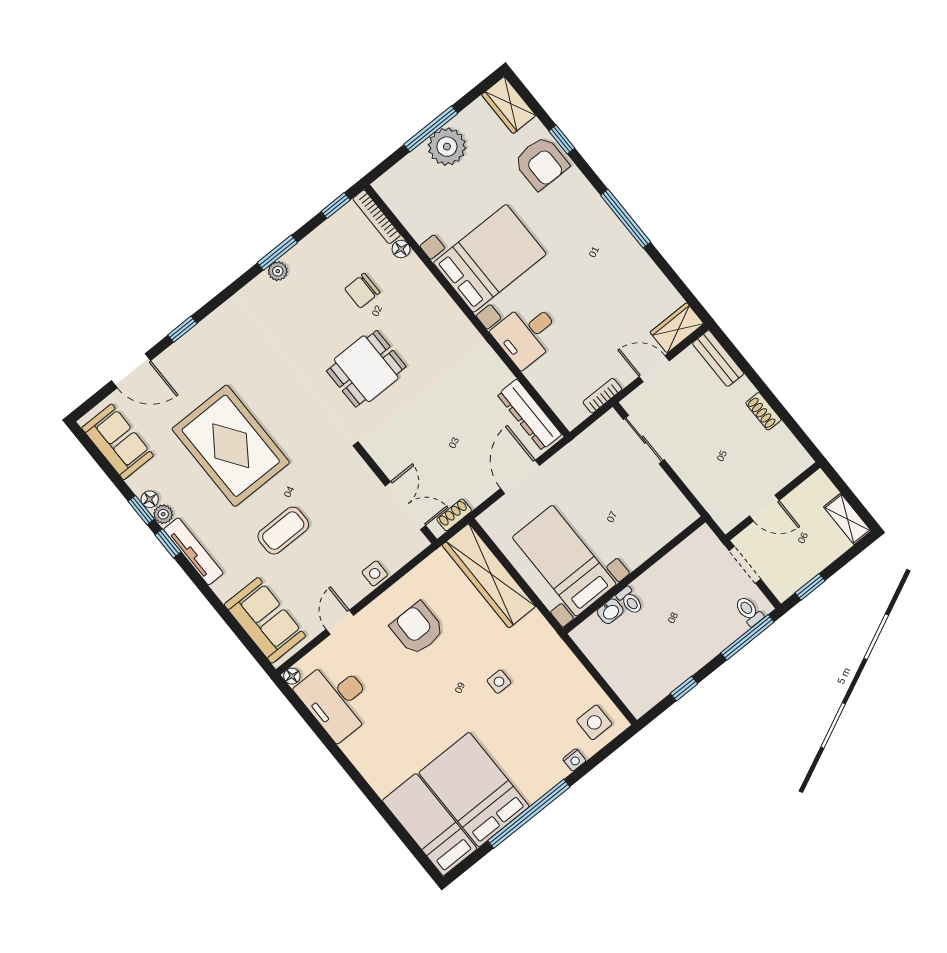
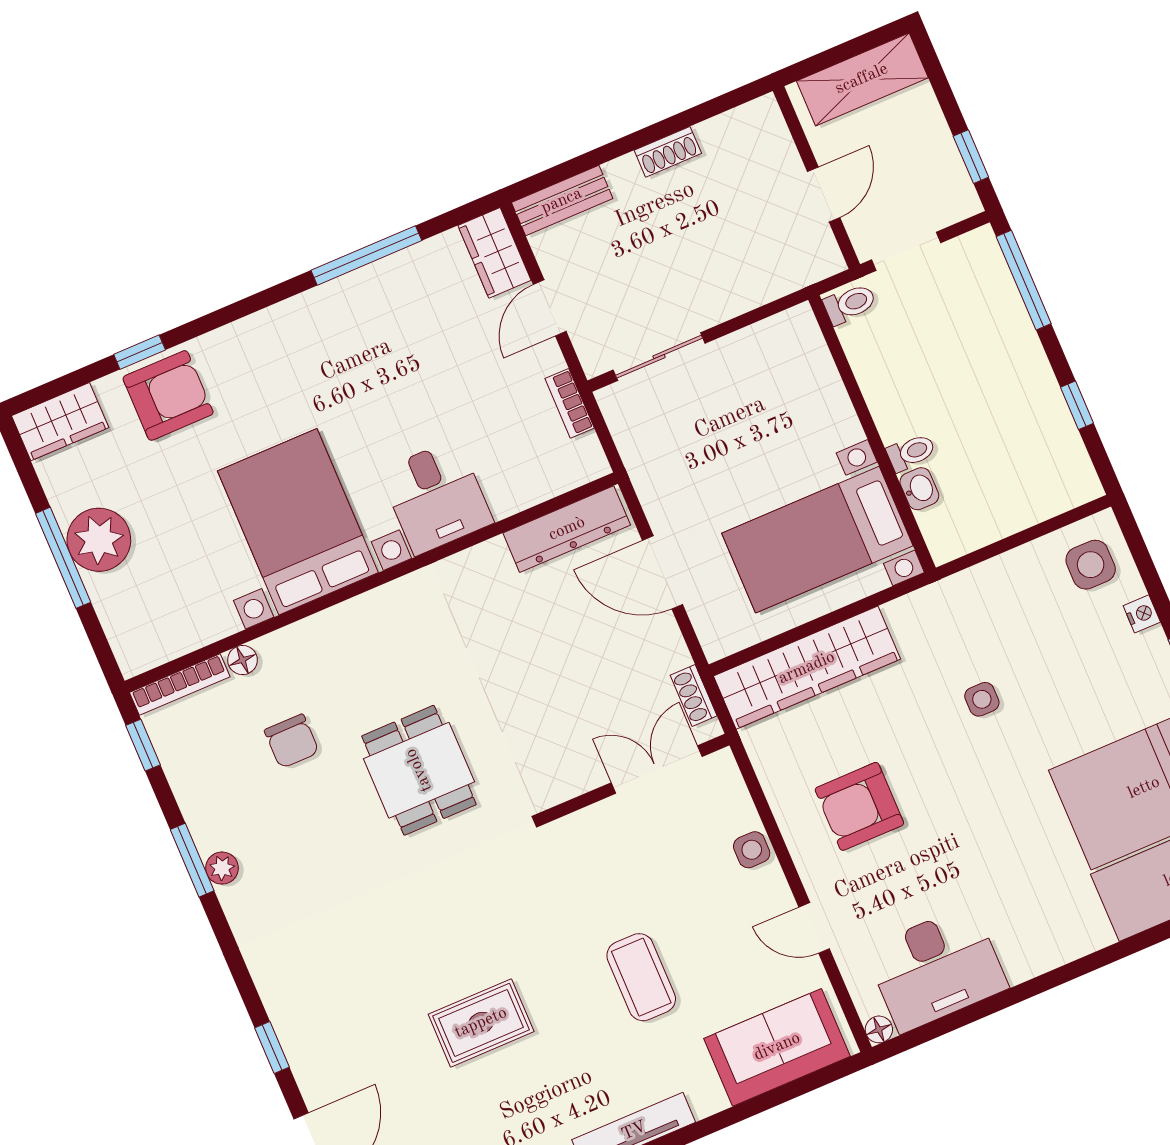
window: (626, 219) -> (366, 255), moved
rug: (231, 446) -> (481, 1023), width x0.54, depth x0.49
shelving: (847, 519) -> (862, 79), width x1.50, depth x1.33
toilet: (749, 611) -> (850, 304), moved, turned 180

